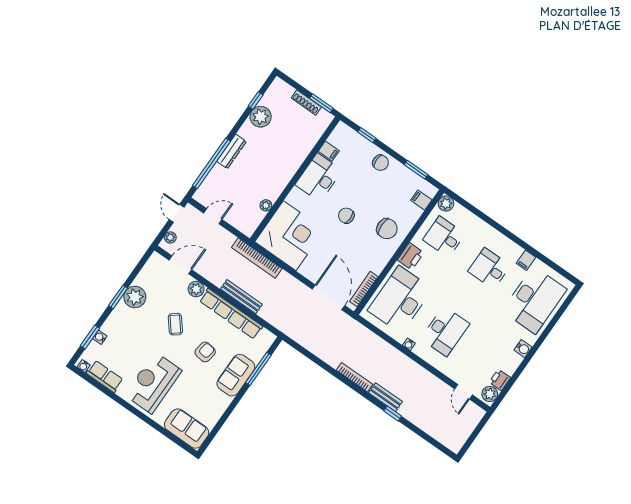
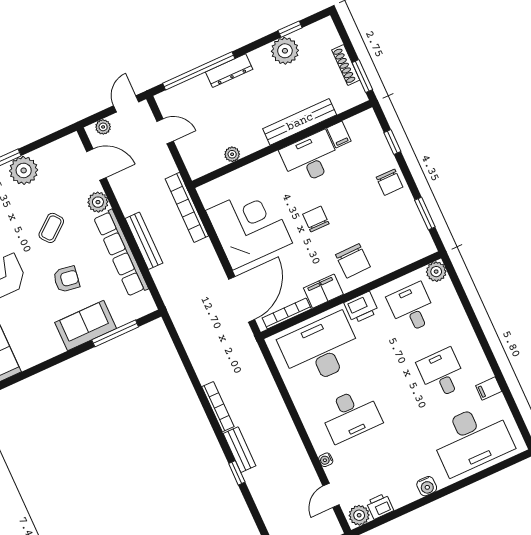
bench: (298, 158) -> (300, 122), added
filing cabinet: (421, 200) -> (323, 291), moved, width x2.00
corner desk: (290, 236) -> (249, 227), moved, turned -90
water cooler: (409, 344) -> (326, 460), moved

